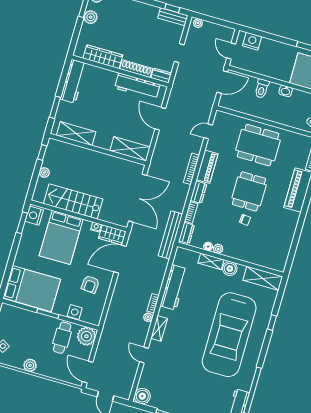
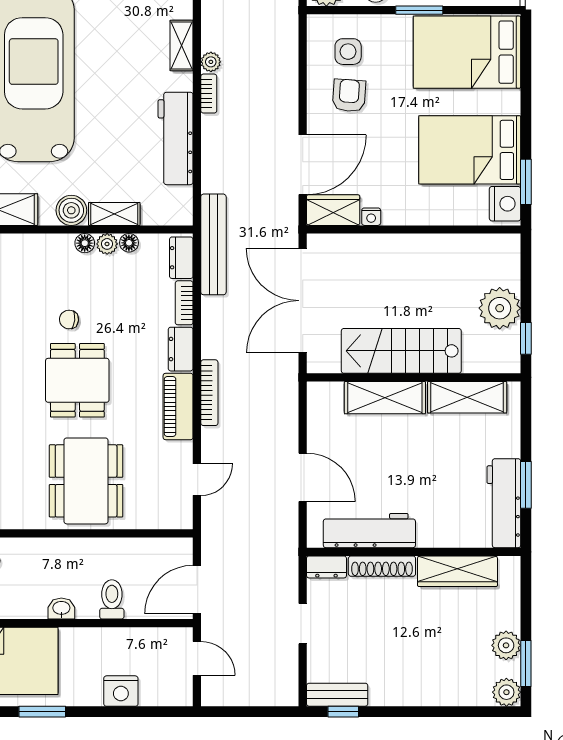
plant: (198, 23) -> (282, 696), removed
nightstand: (252, 41) -> (121, 691), moved
window: (55, 107) -> (526, 485), moved
dining table: (258, 145) -> (86, 481), turned 90
shelving: (130, 149) -> (385, 398), moved
plant: (44, 173) -> (500, 308), width x1.88, depth x1.88
stairs: (73, 201) -> (401, 351), moved, turned 180
bed: (61, 237) -> (470, 150), moved, turned -90
floor lamp: (228, 252) -> (85, 243), added
side table: (75, 312) -> (348, 52), moved

